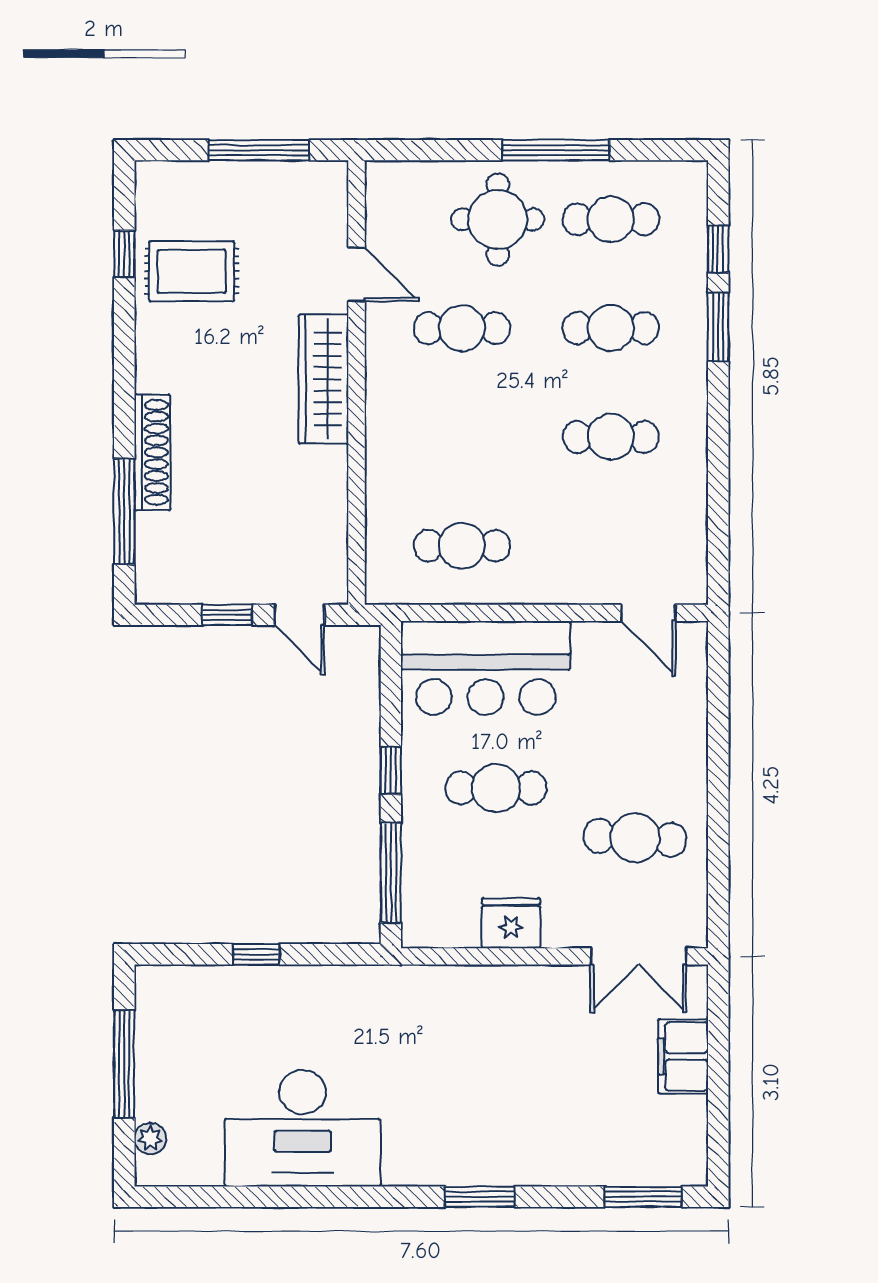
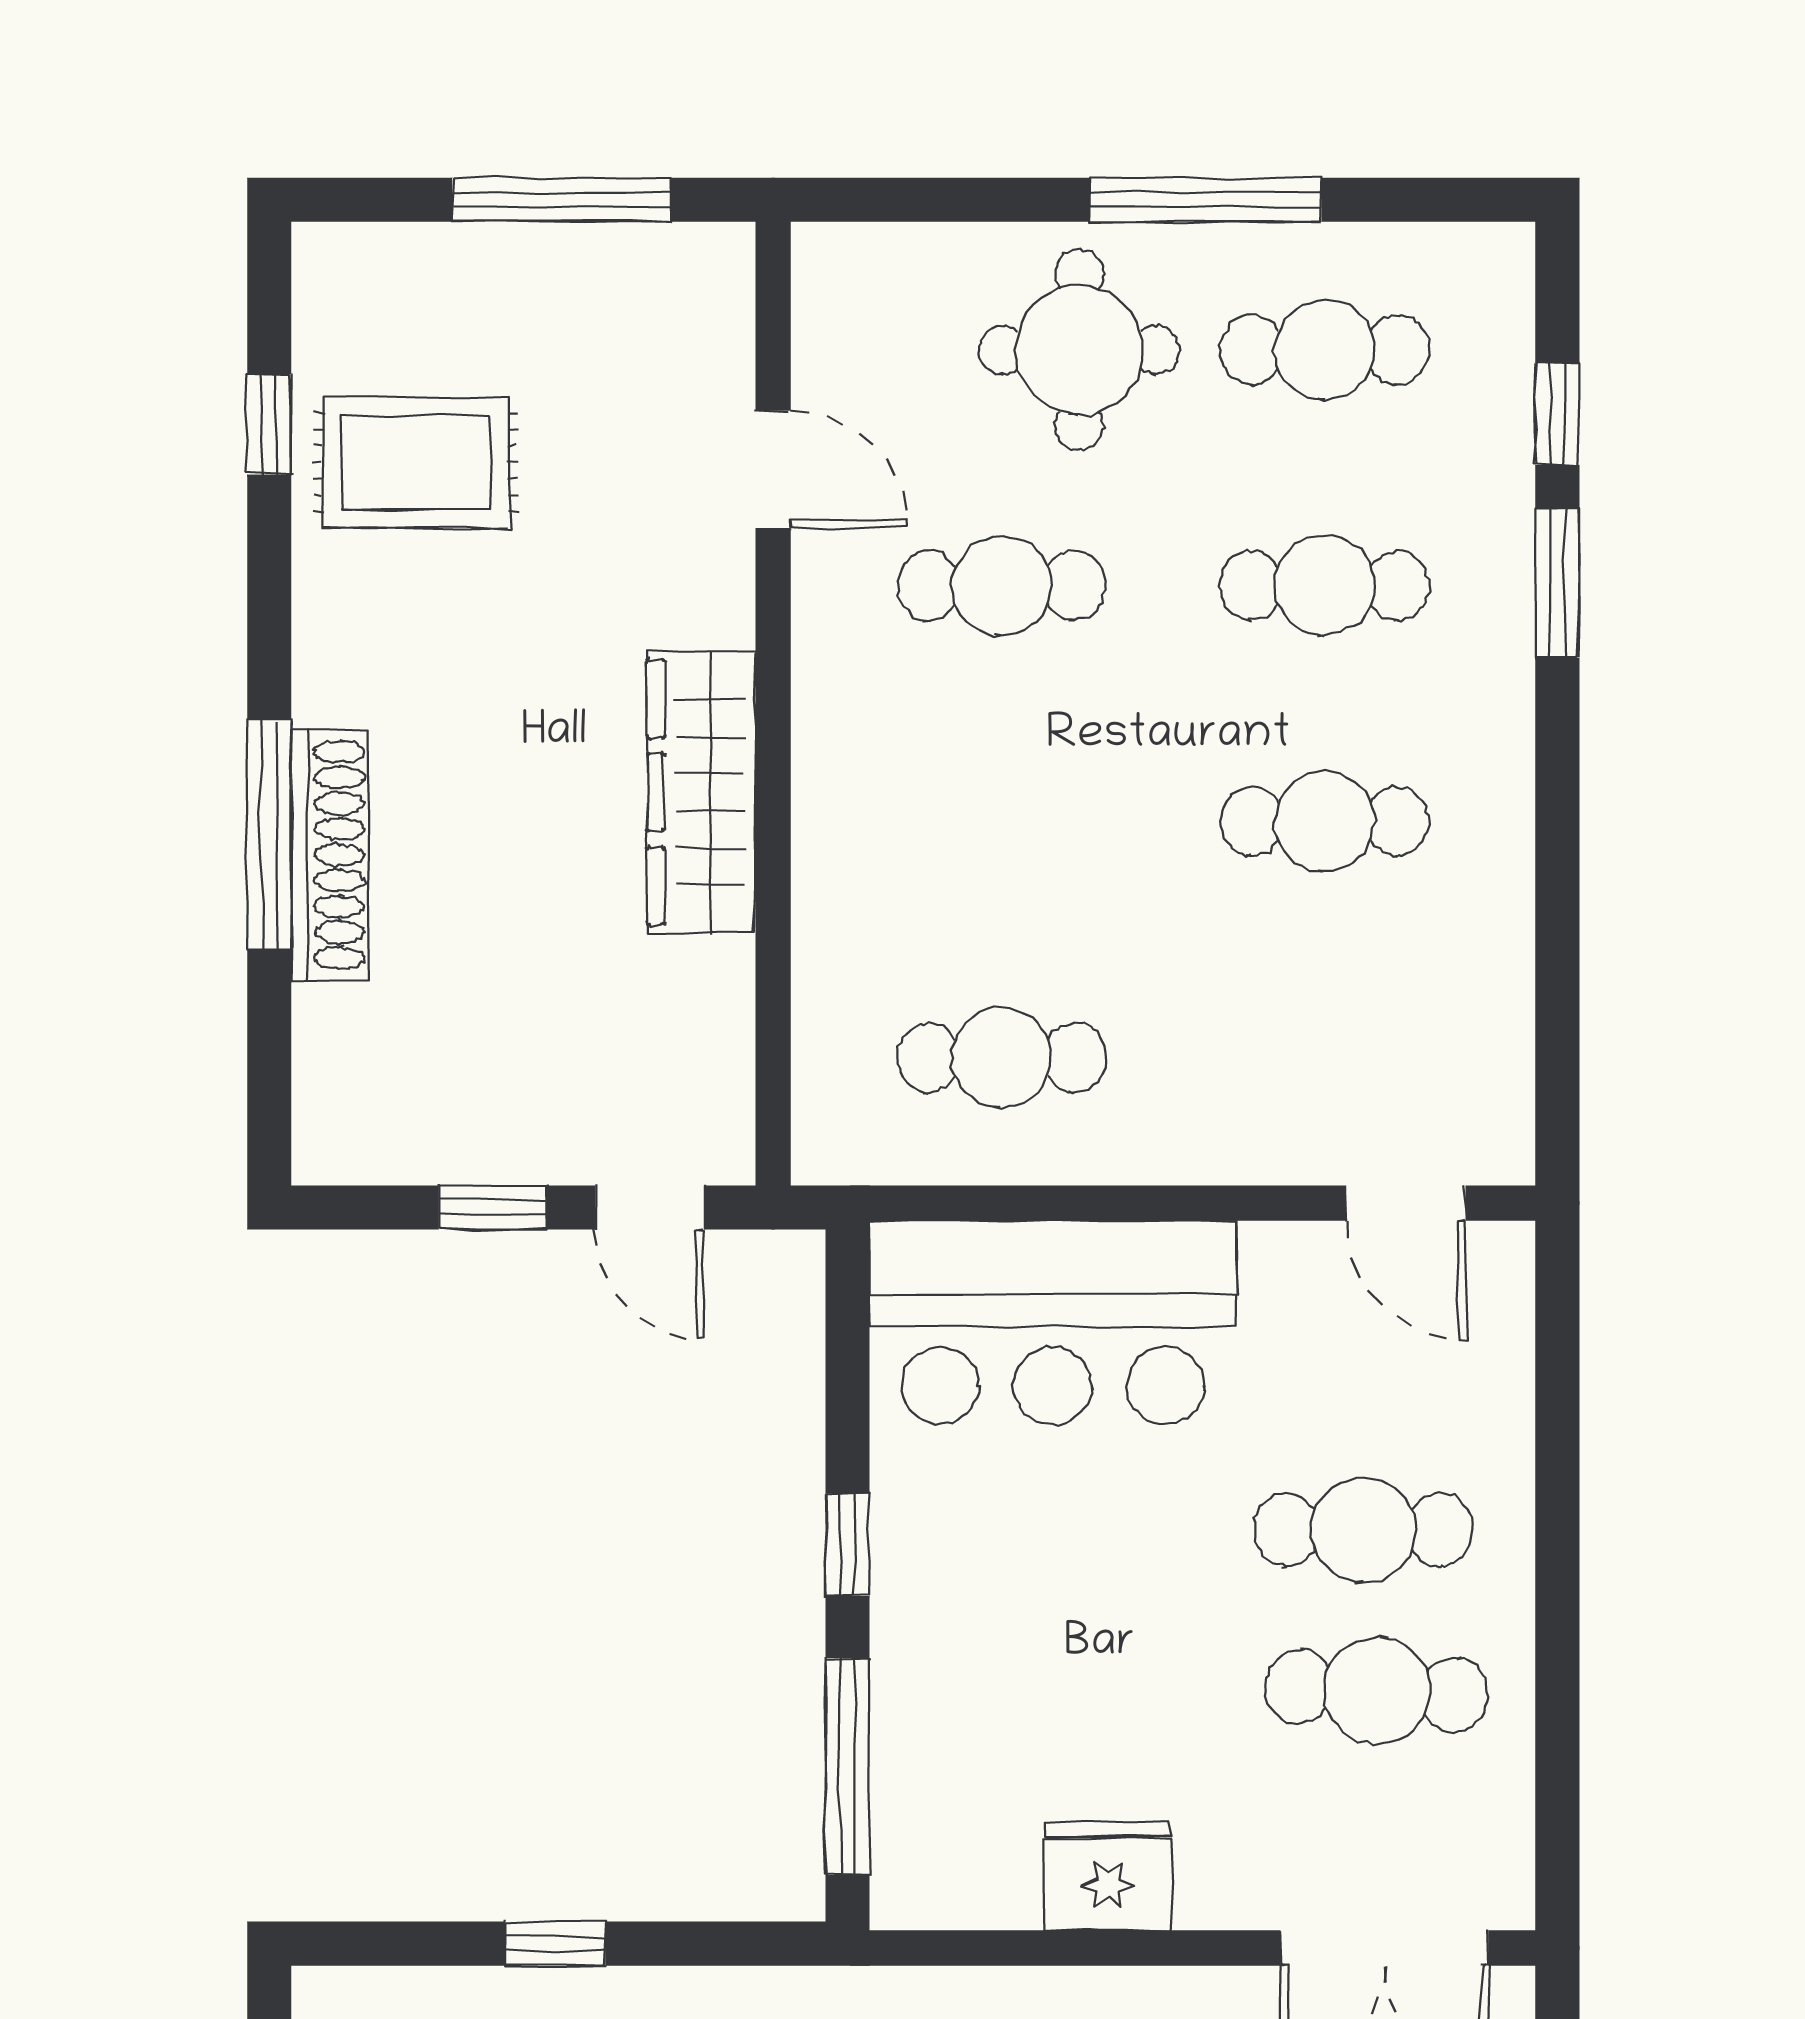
wardrobe: (323, 379) -> (701, 792), moved
window: (124, 511) -> (269, 834), moved
cafe table: (496, 788) -> (1363, 1530), moved

